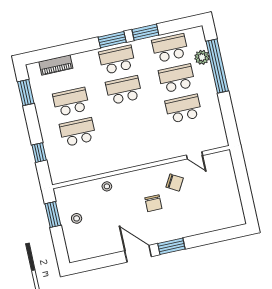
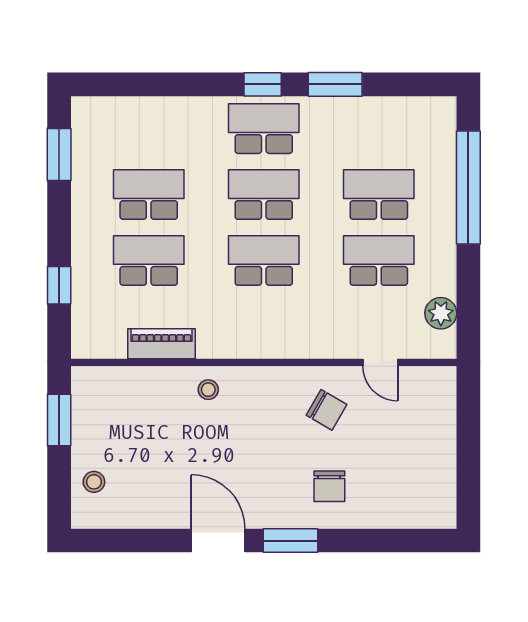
window: (112, 40) -> (263, 84), width x0.67
school desk: (170, 48) -> (264, 260), moved
plant: (202, 57) -> (441, 313), moved
piano: (56, 65) -> (161, 344), moved, turned 180
stool: (107, 186) -> (208, 390), moved
chair: (153, 203) -> (329, 486), moved
stool: (77, 218) -> (94, 482), moved

